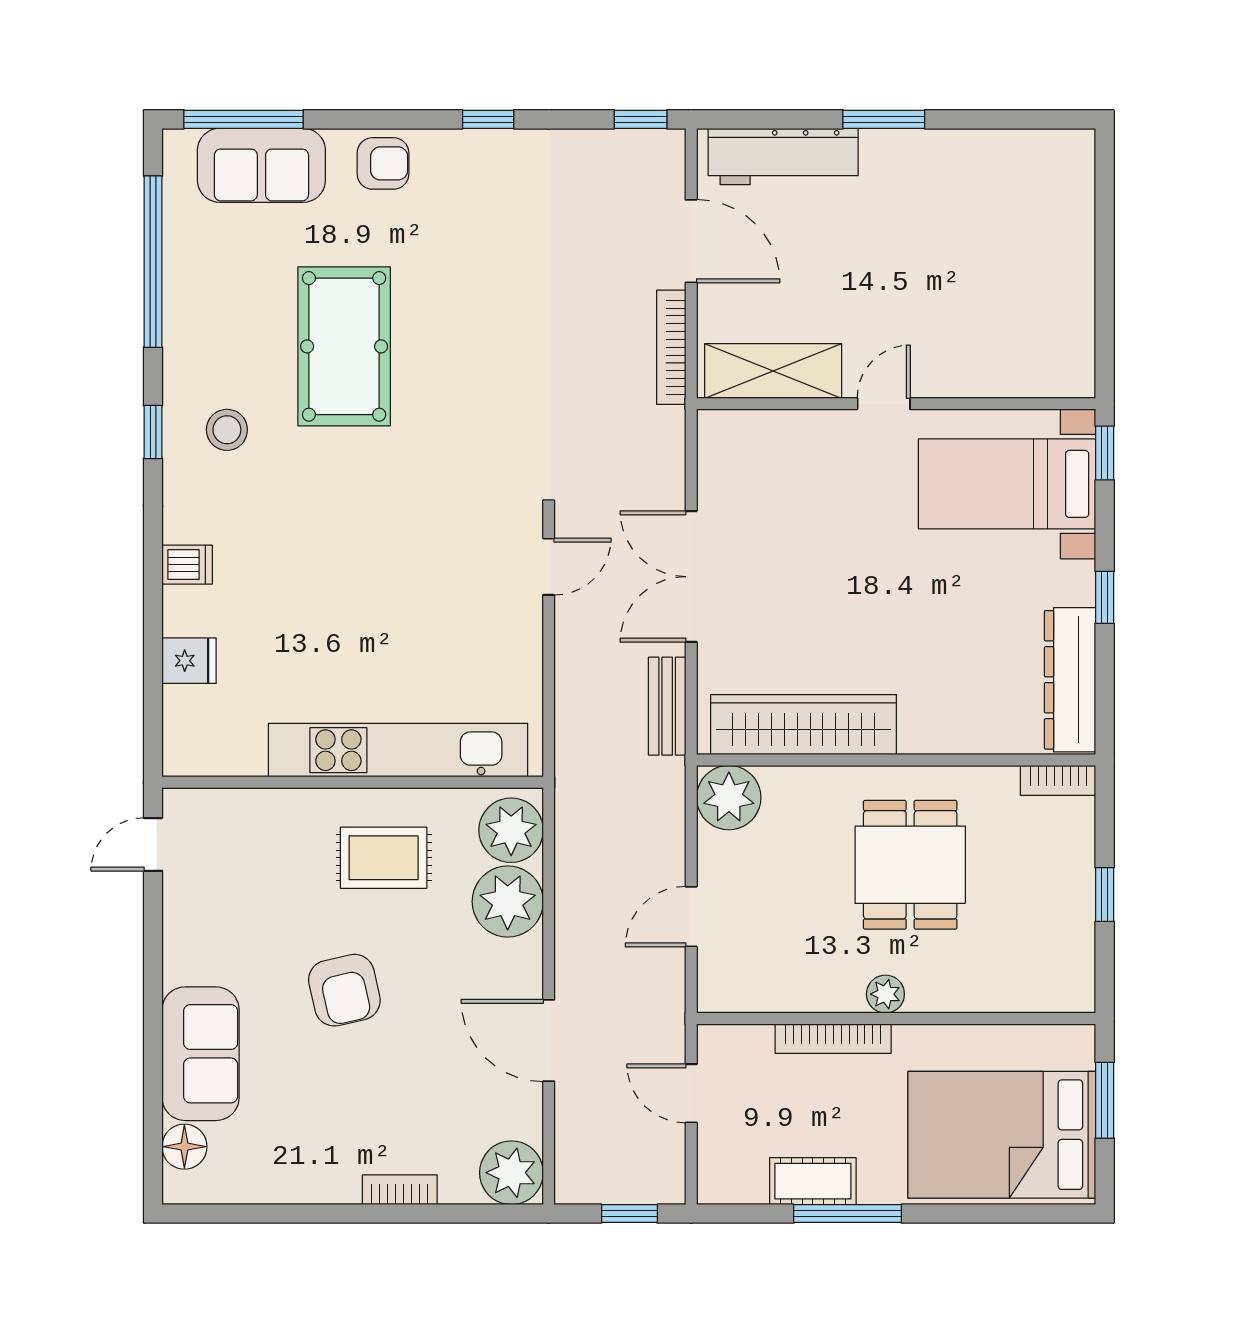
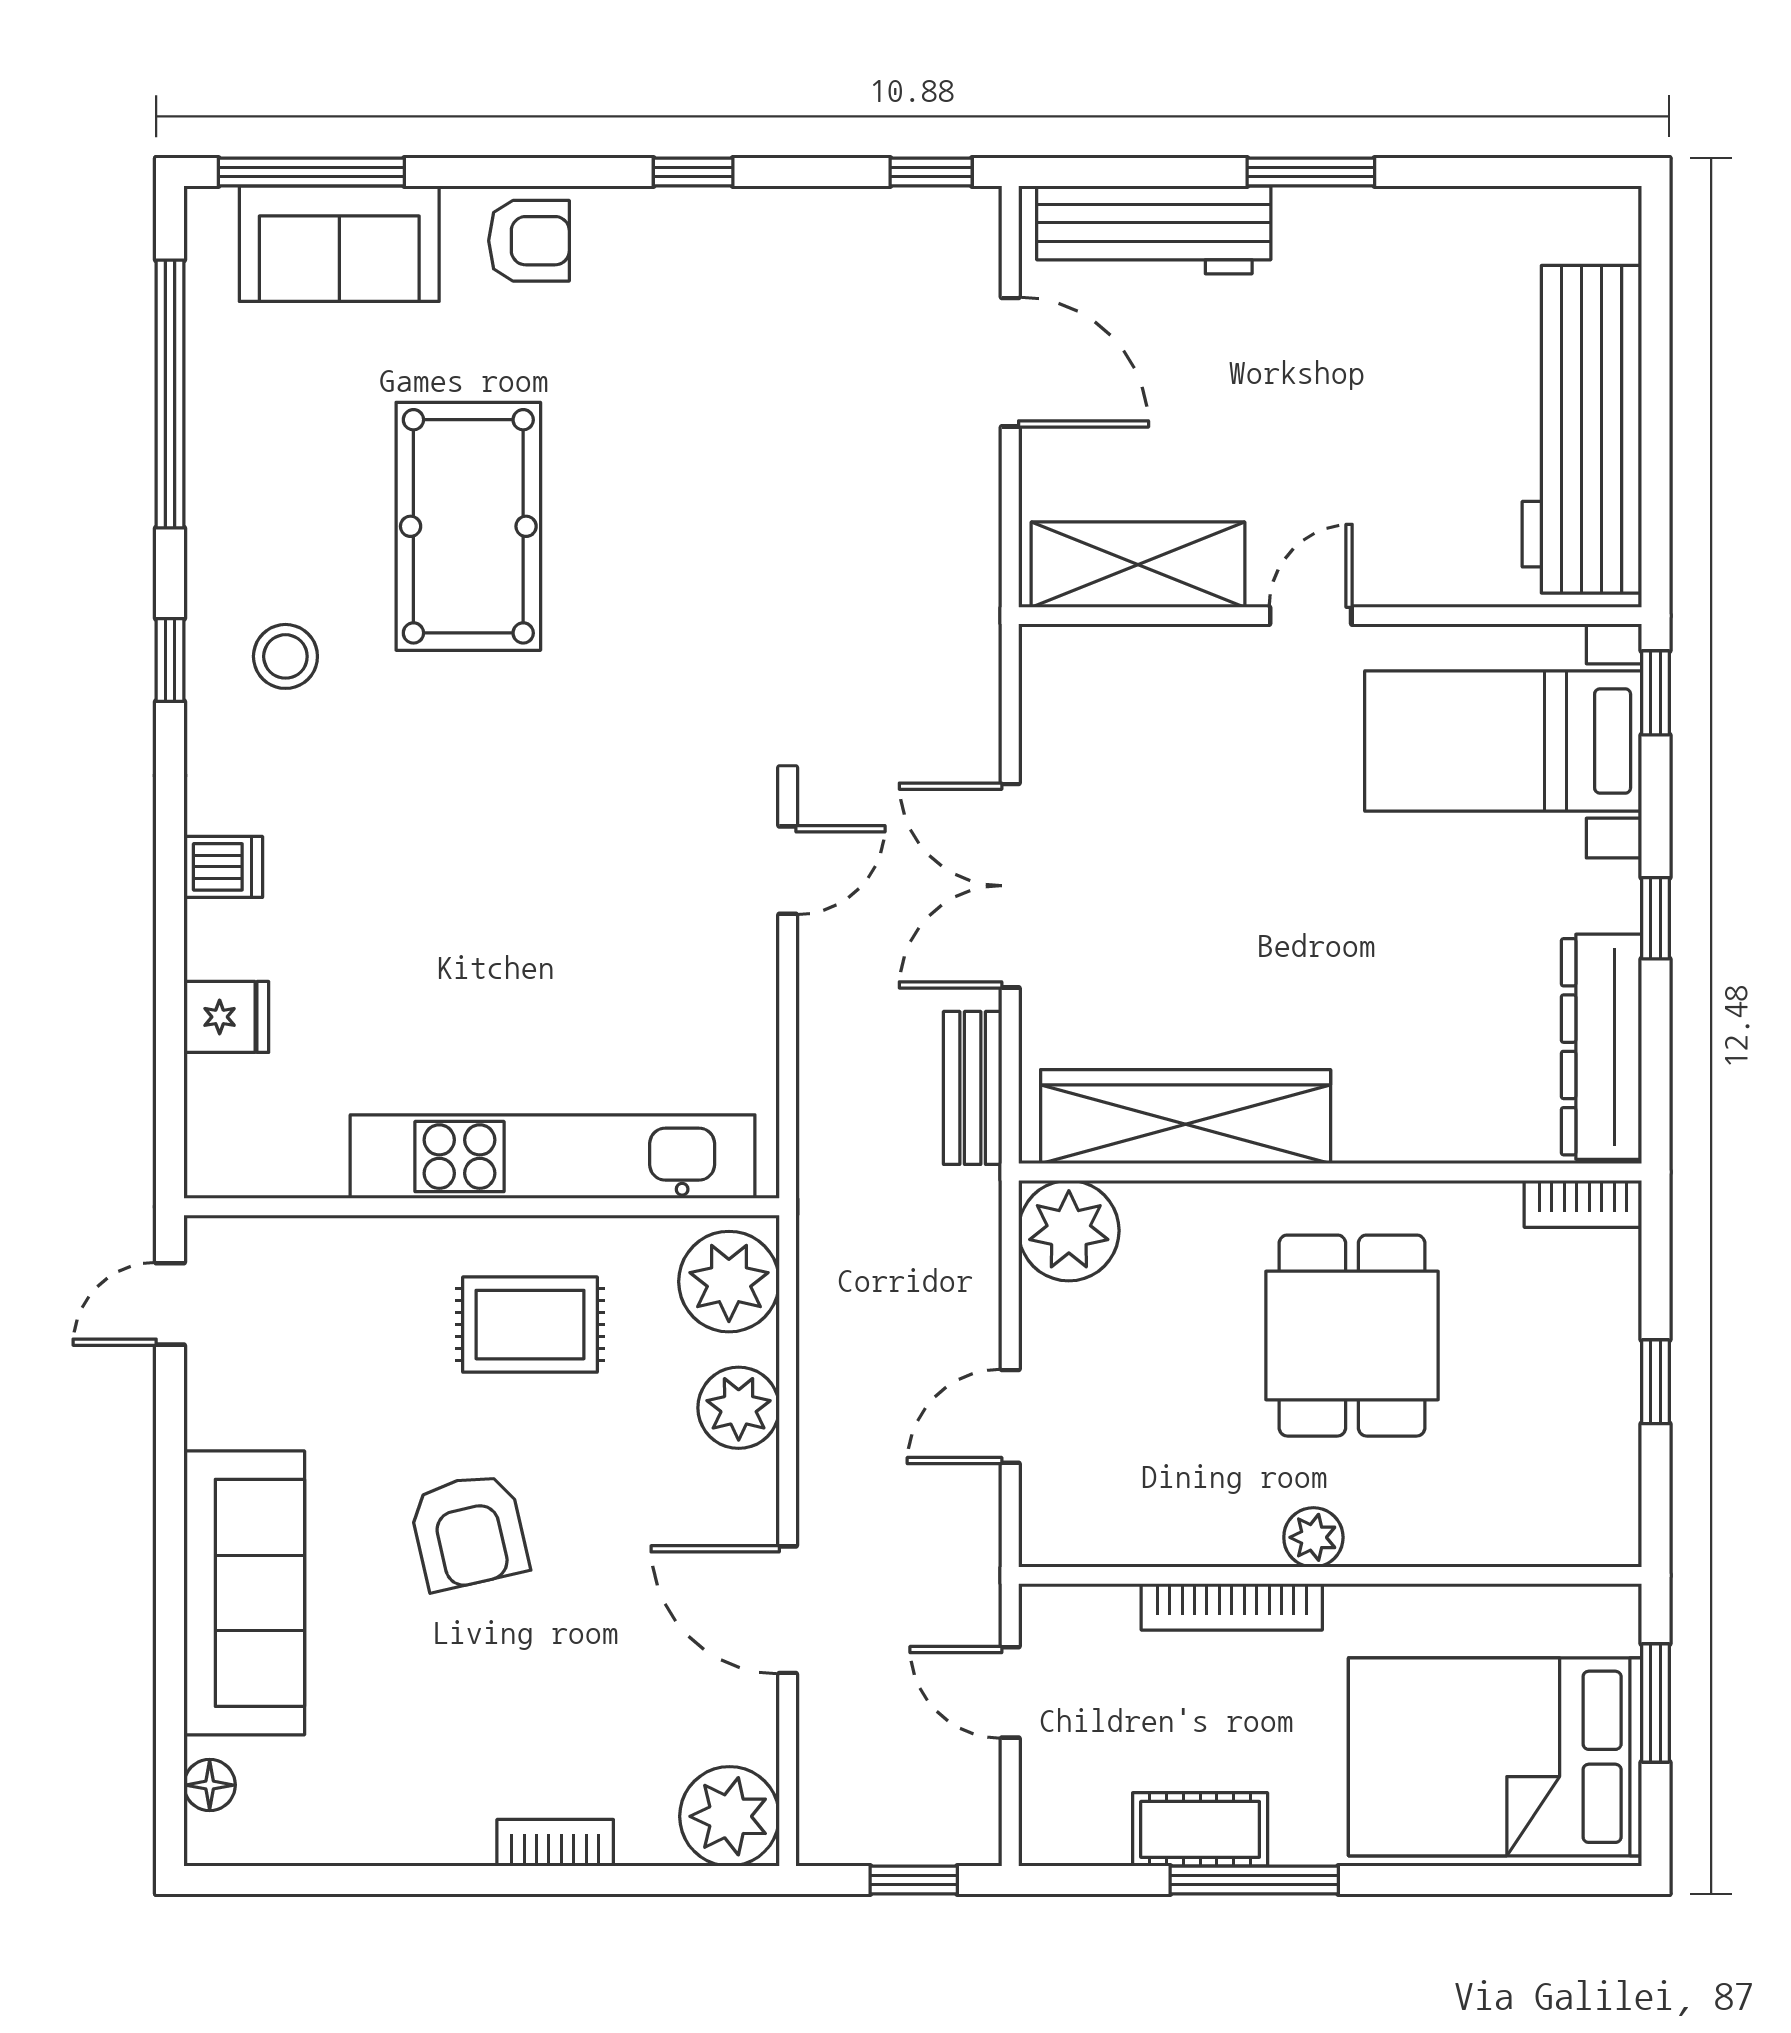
workbench: (1057, 284) -> (1582, 429), added
bookcase: (671, 347) -> (979, 528), removed
plant: (508, 902) -> (739, 1408), width x0.73, depth x0.73
sofa: (201, 1054) -> (244, 1593), width x1.36
floor lamp: (184, 1147) -> (210, 1785), width x0.73, depth x0.73

